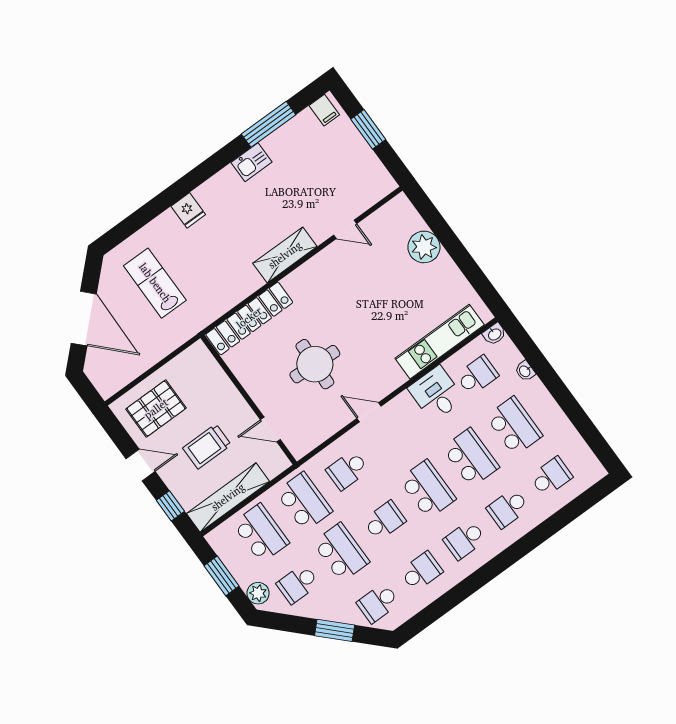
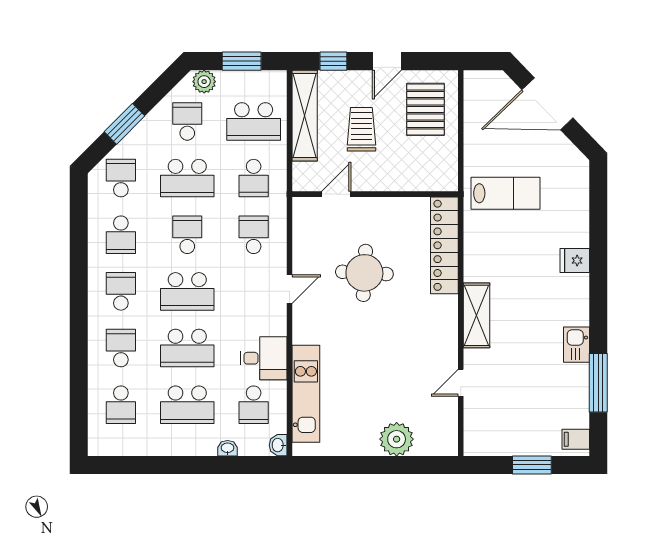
lab bench: (155, 283) -> (505, 193), moved
school desk: (304, 502) -> (254, 178), width x0.54
school desk: (384, 521) -> (187, 235), turned 180

